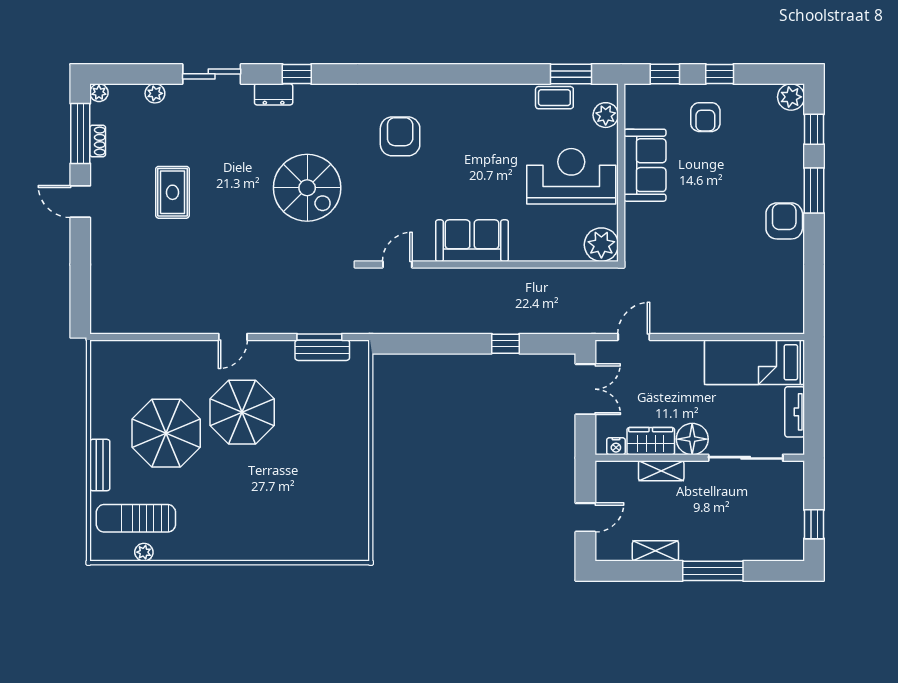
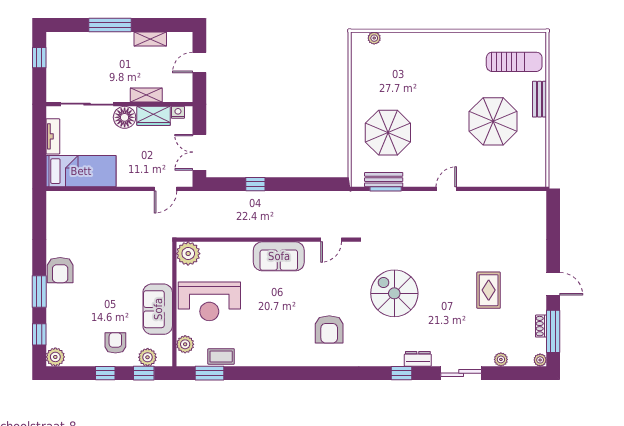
plant: (659, 97) -> (148, 357), added
parasol: (242, 412) -> (388, 133), moved
plant: (144, 552) -> (374, 38), moved

